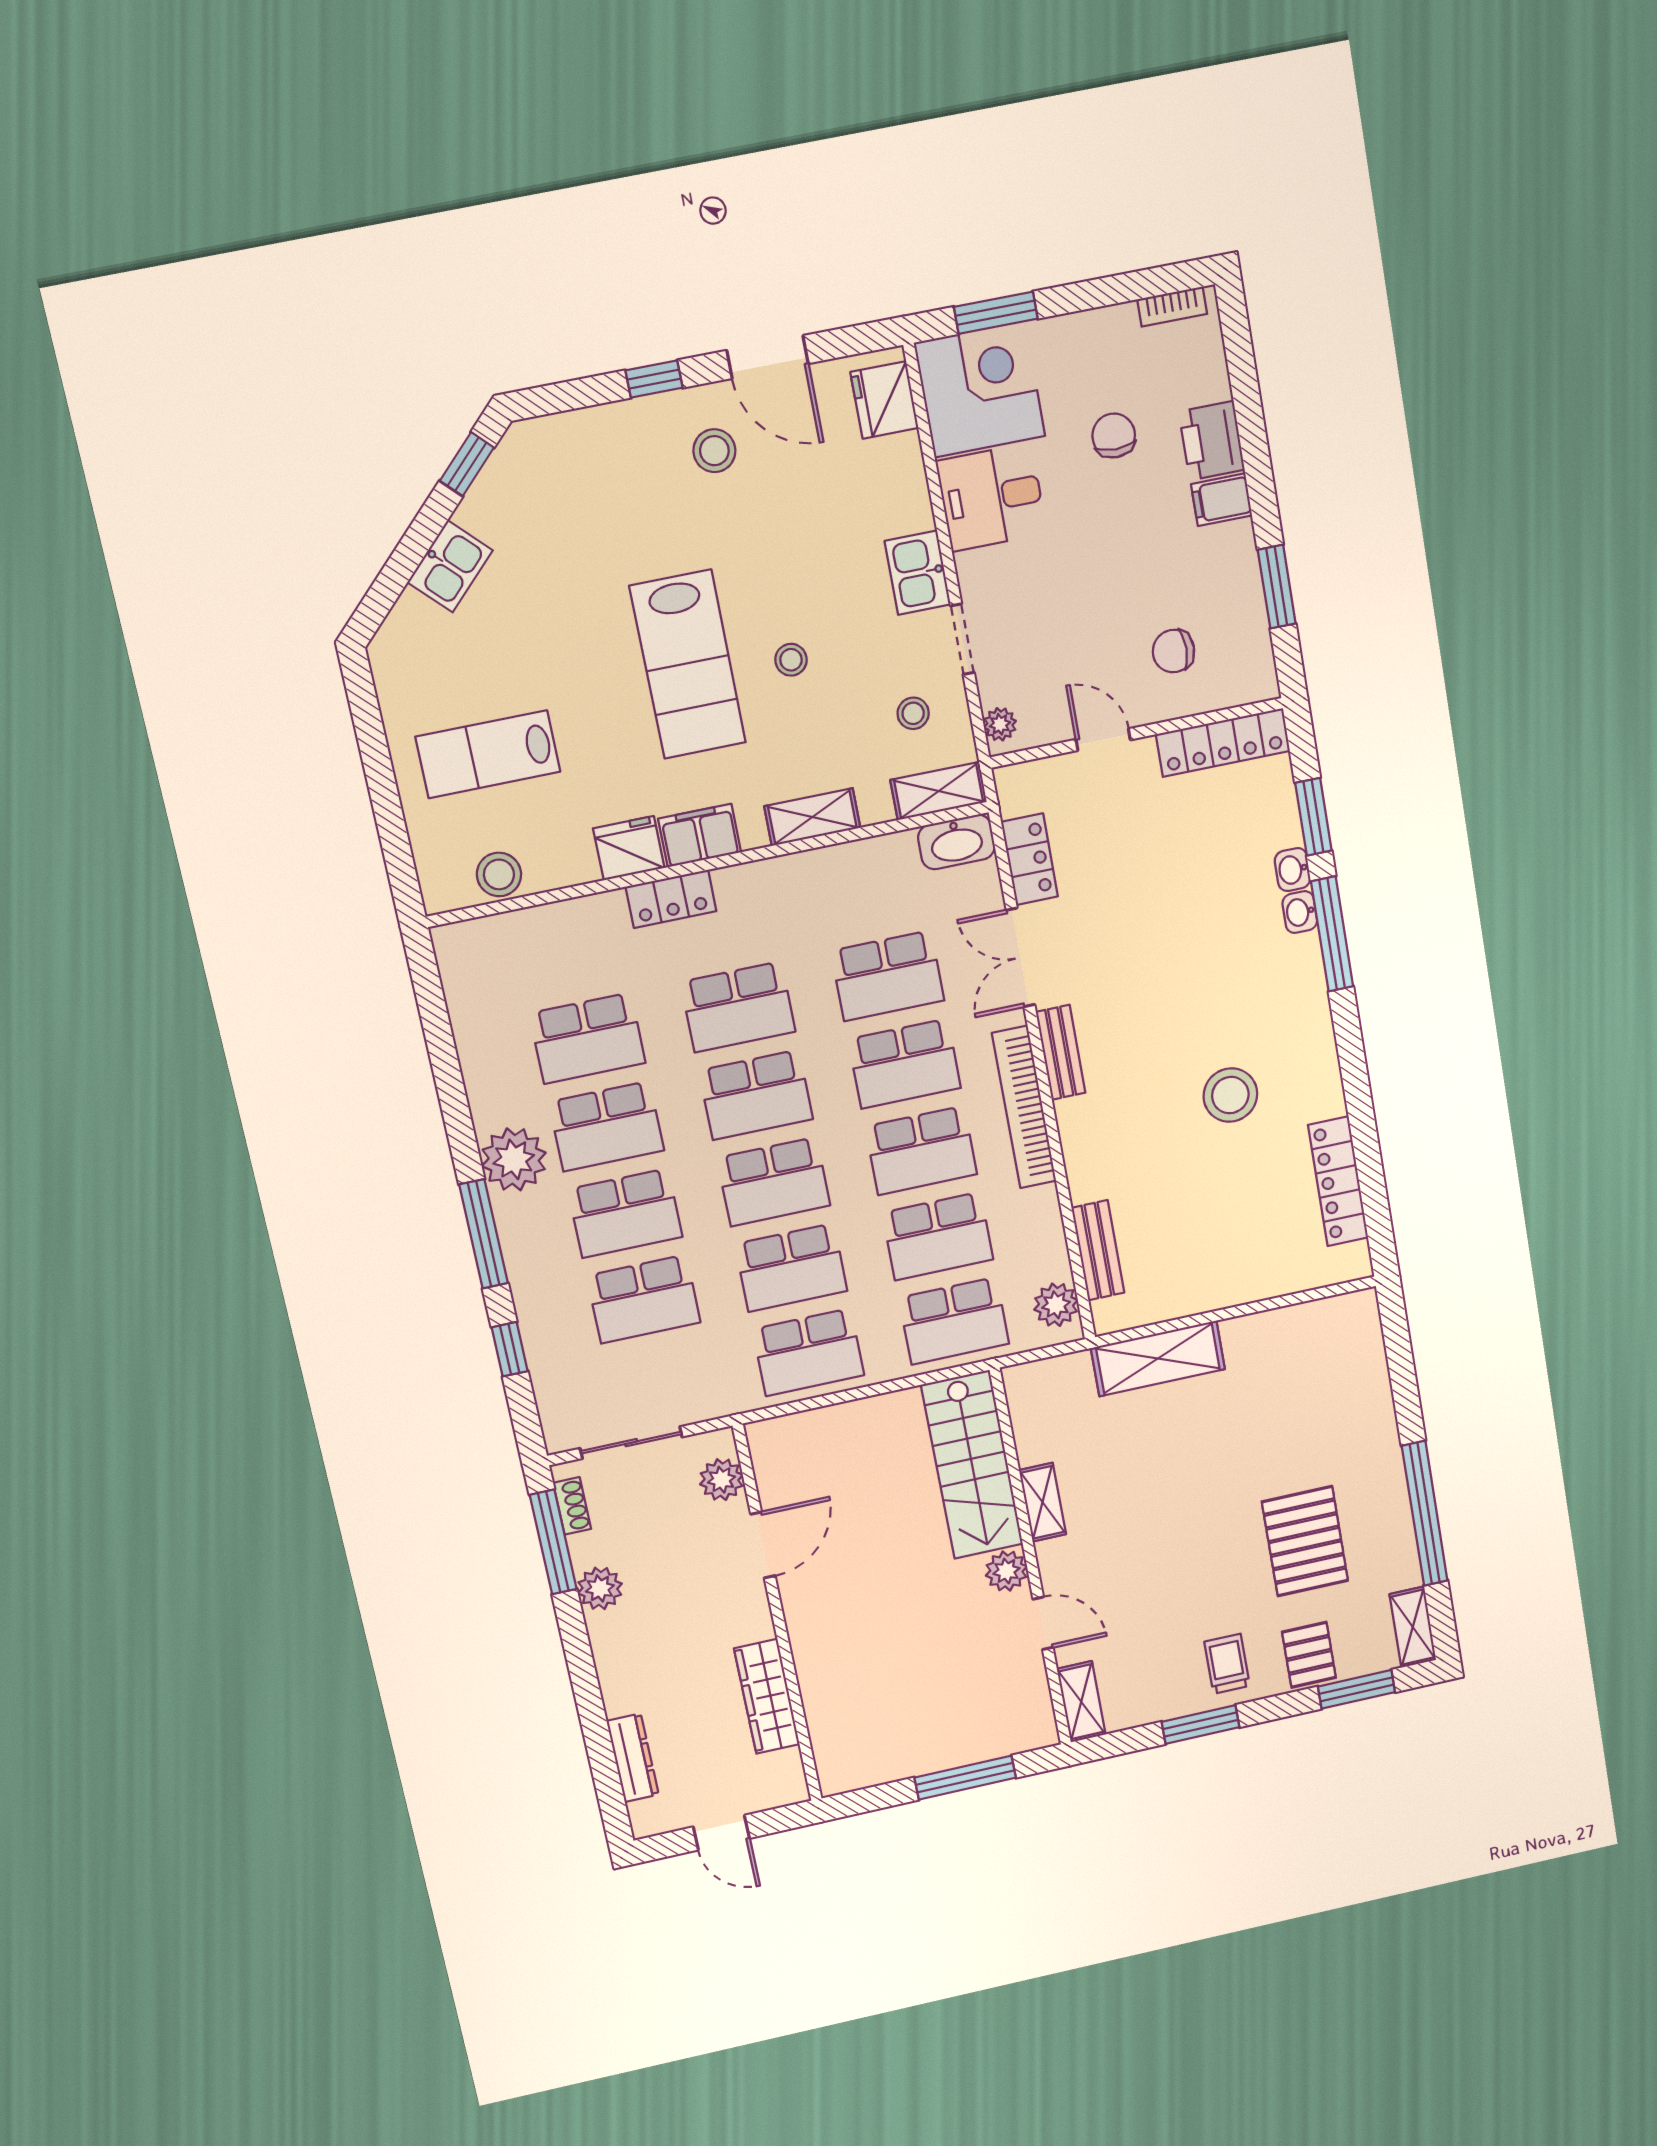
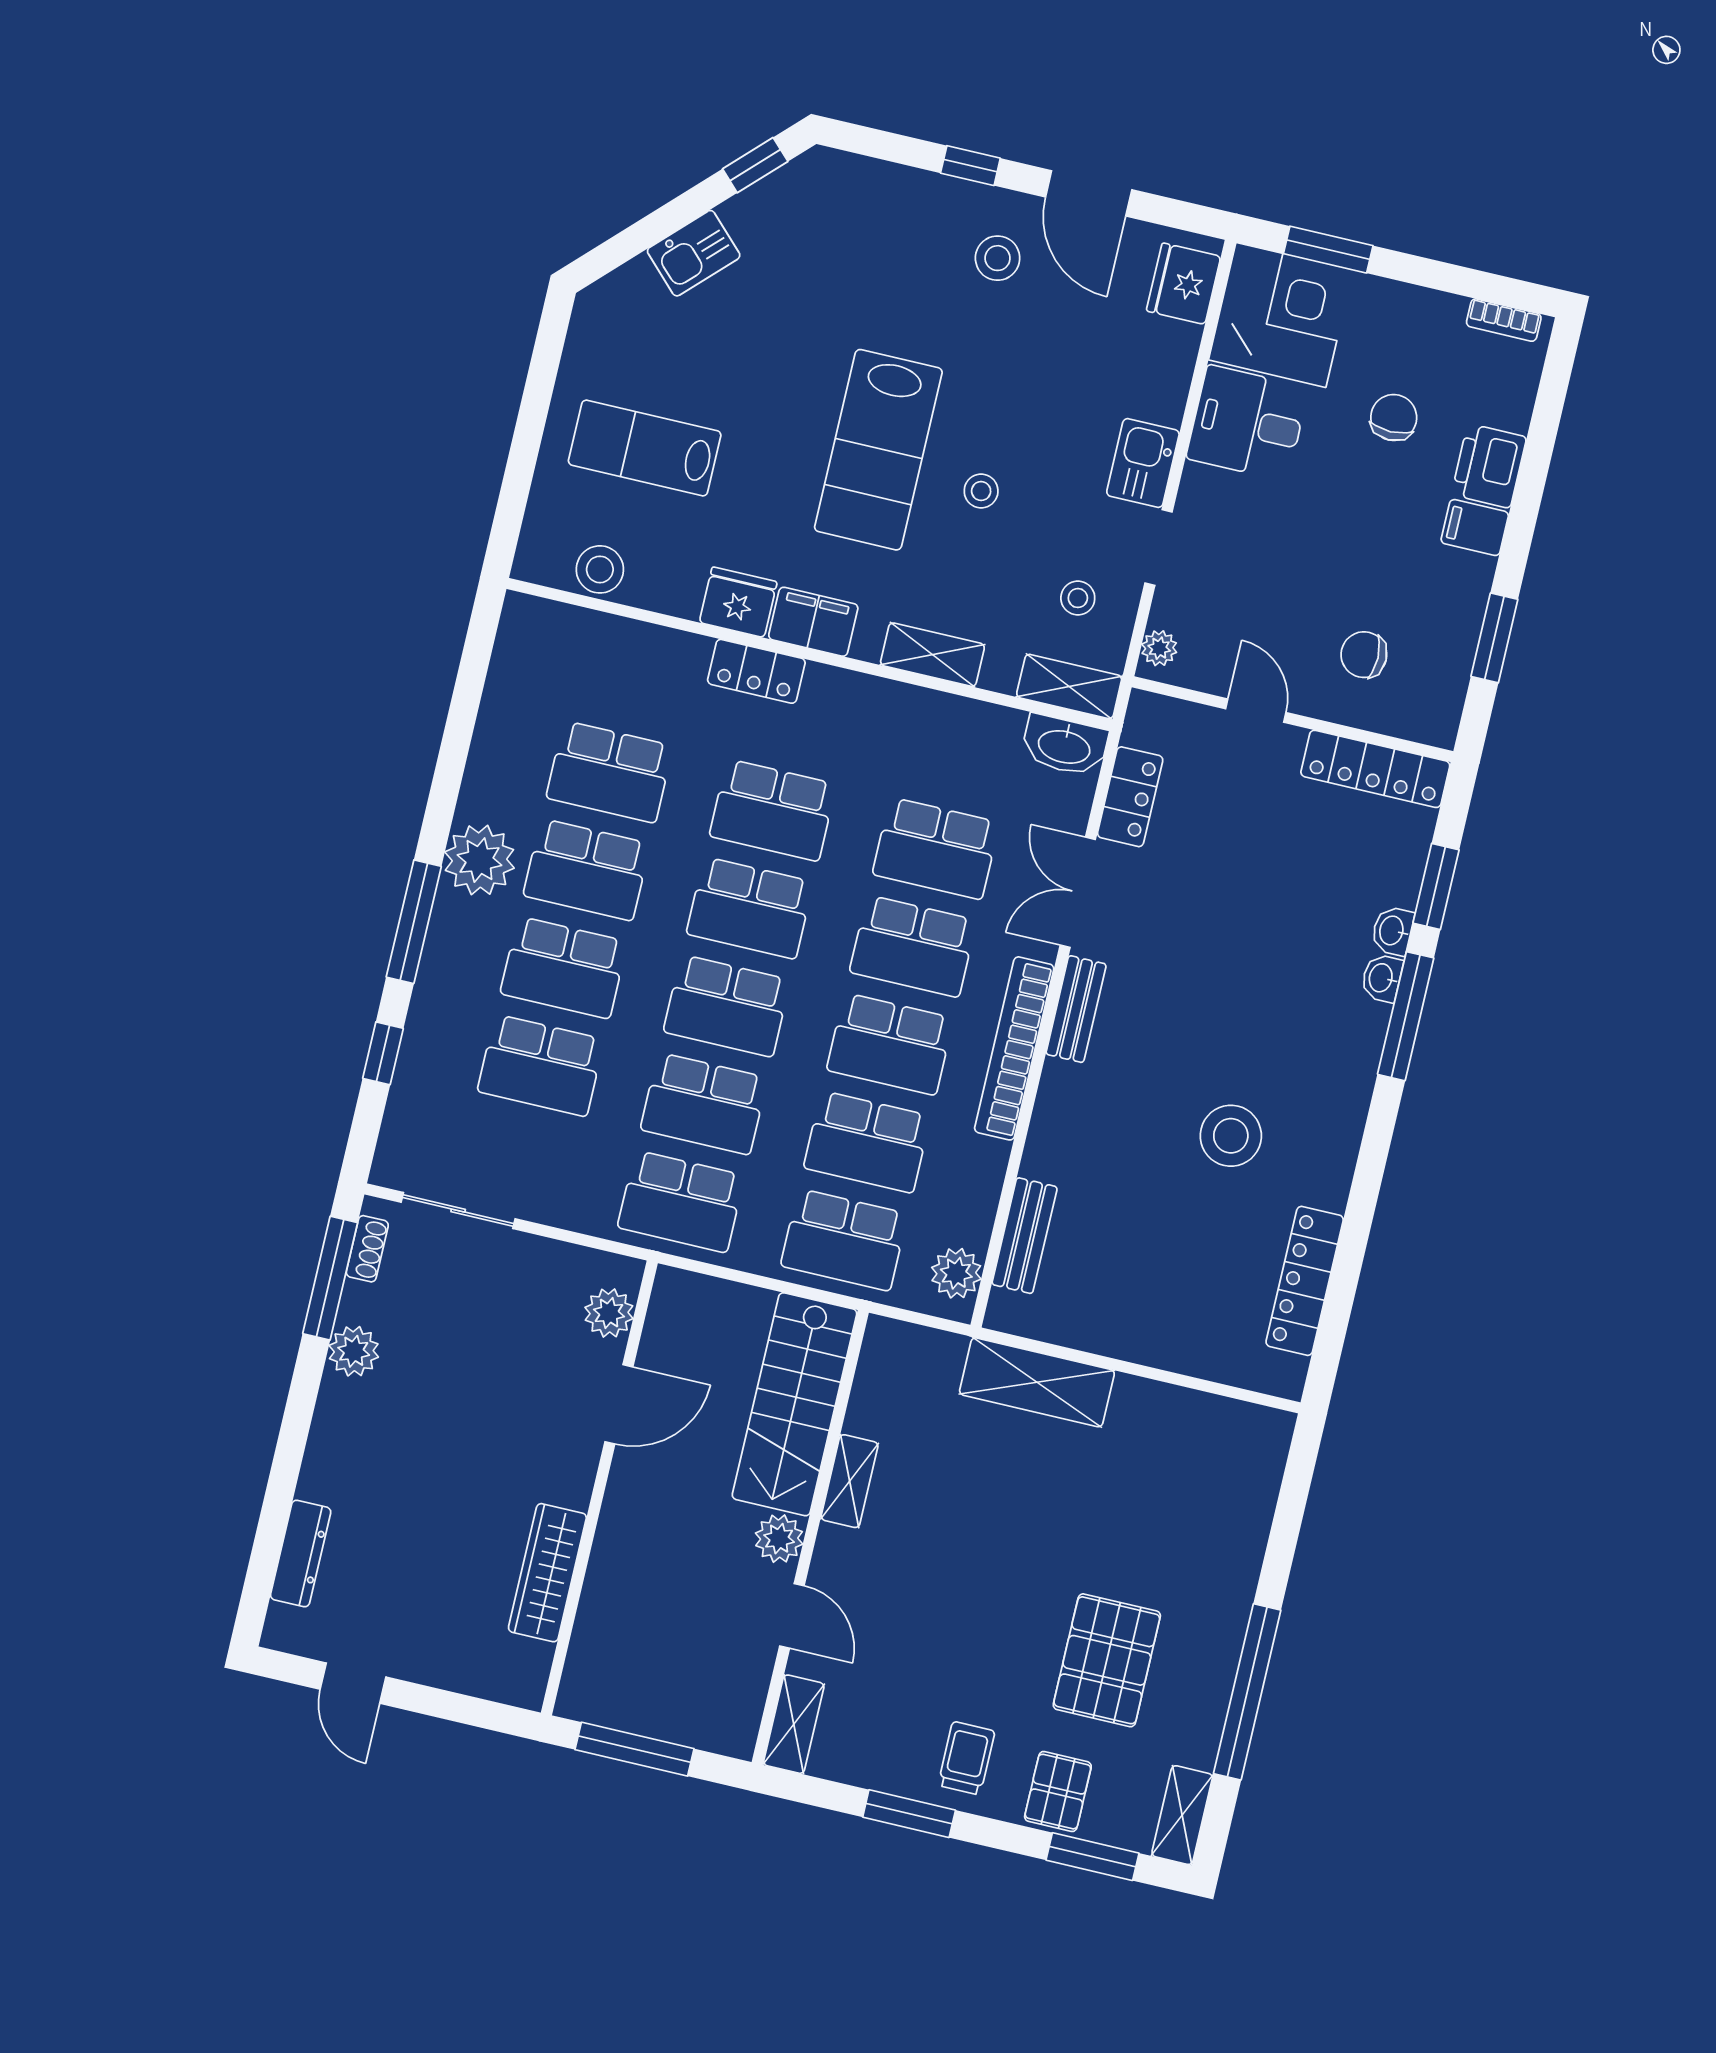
plant: (721, 1480) -> (609, 1313), moved
door: (763, 1545) -> (619, 1404), moved
wall: (778, 1615) -> (599, 1488), moved
wardrobe: (767, 1696) -> (547, 1573), moved

